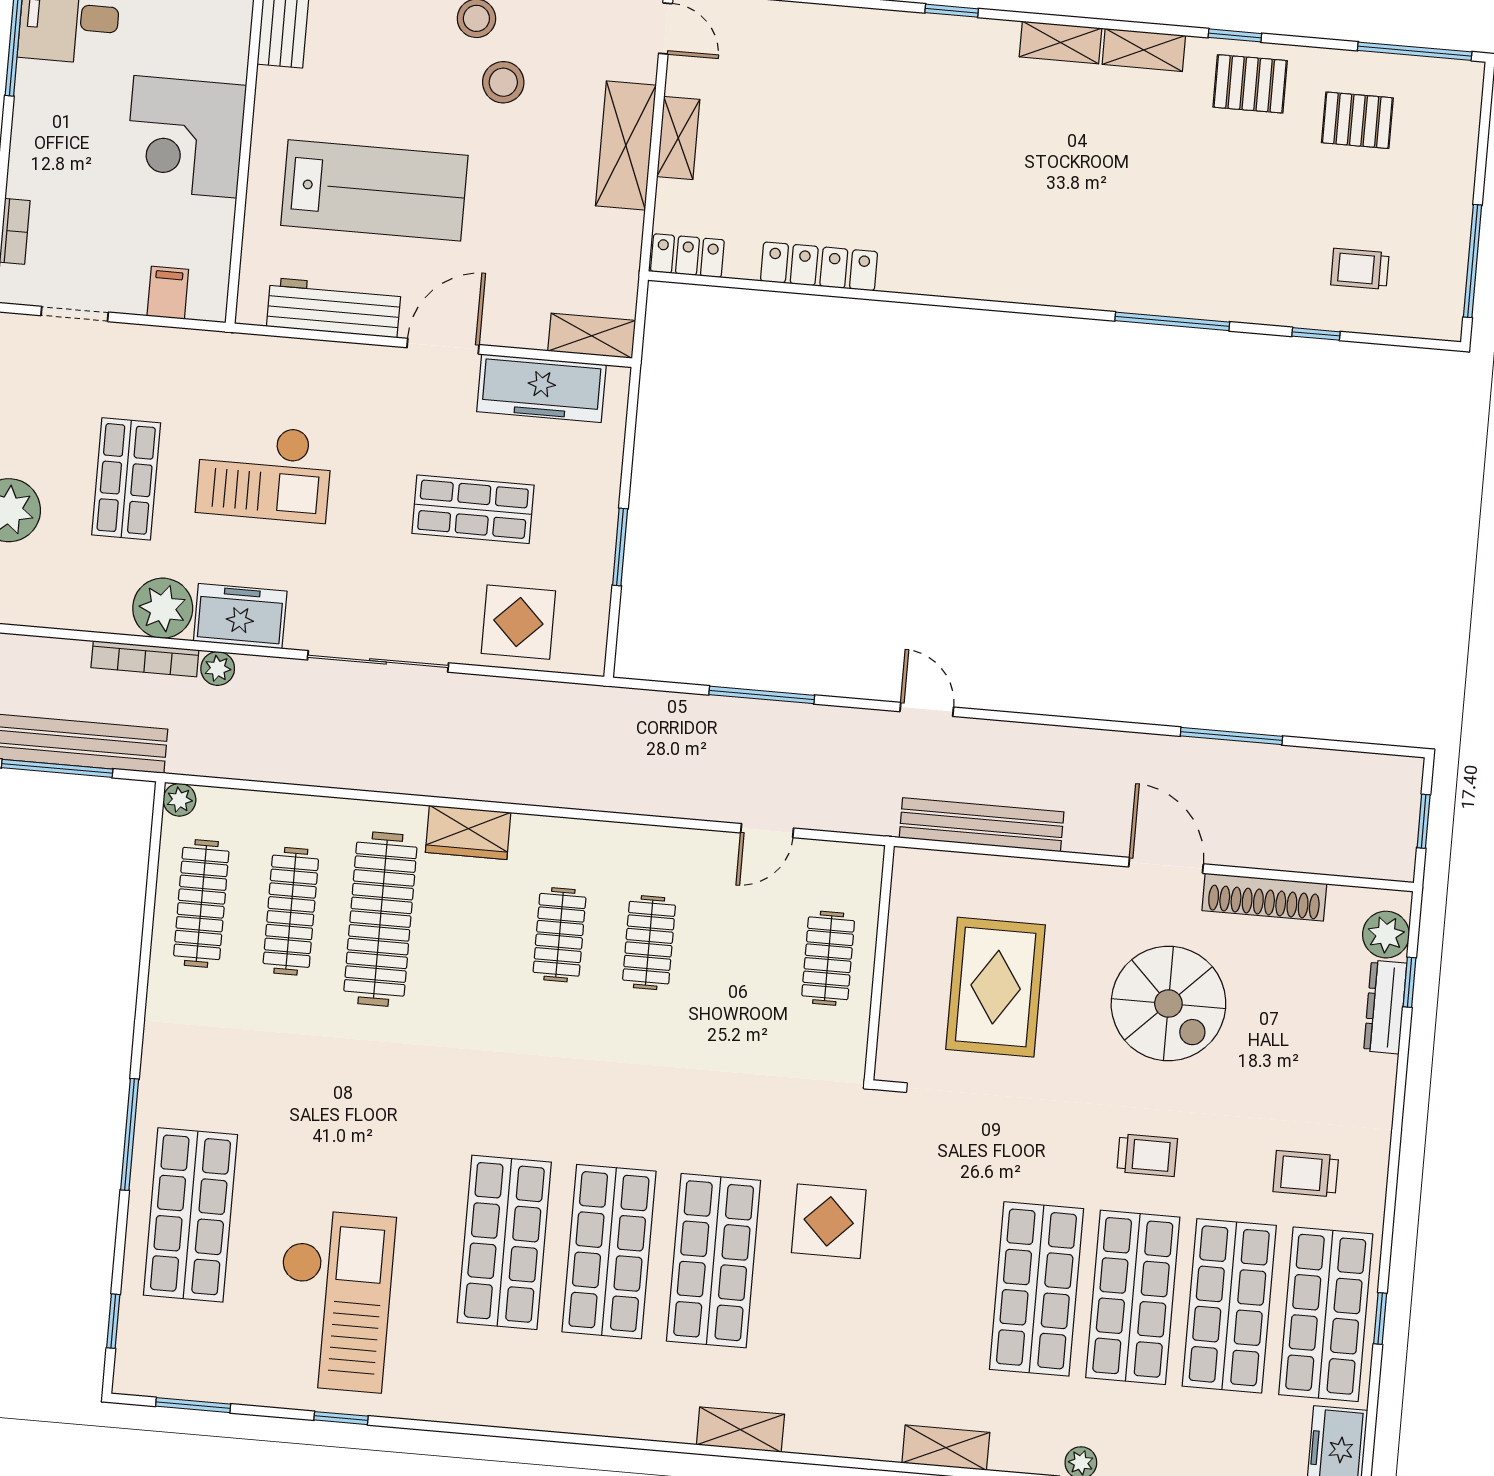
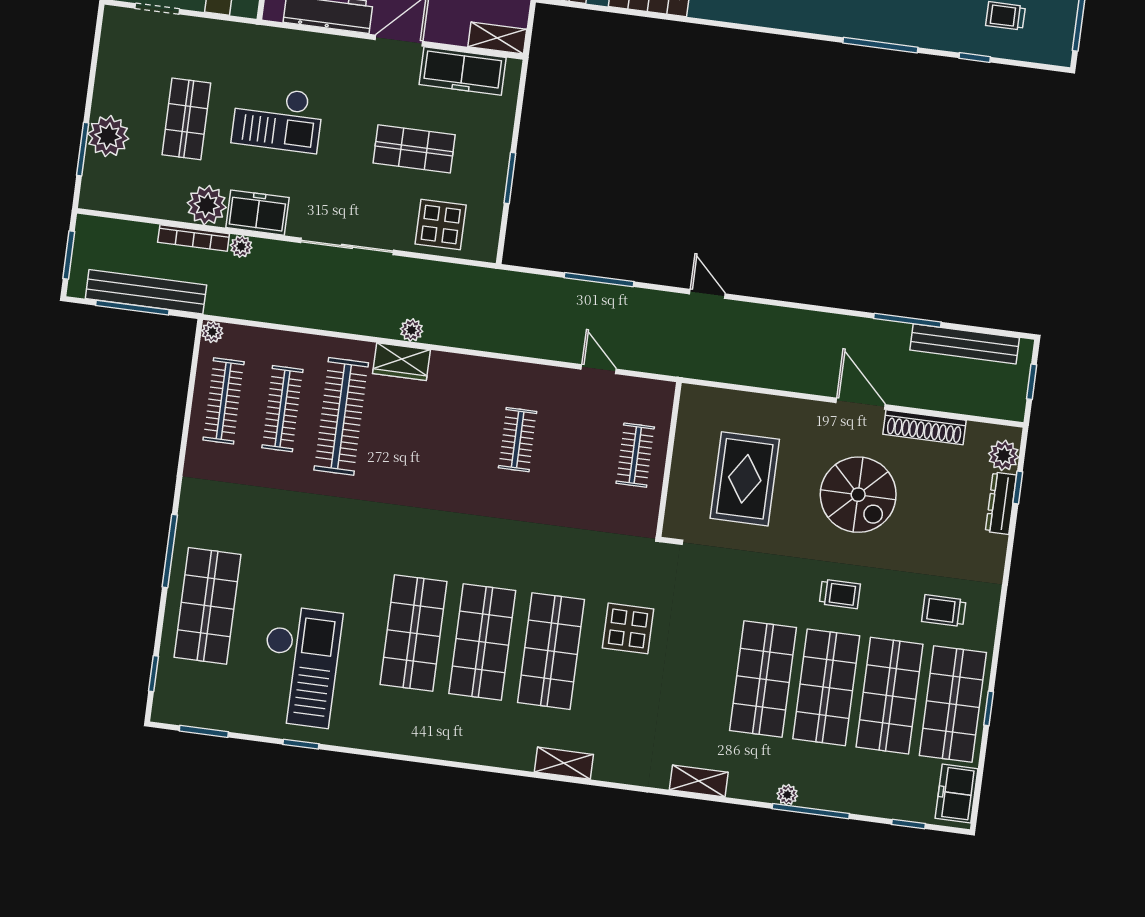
plant: (481, 784) -> (412, 330), added
bench: (982, 825) -> (965, 344), moved
door: (767, 831) -> (599, 369), swing flipped
clothes rail: (559, 935) -> (459, 432), removed

